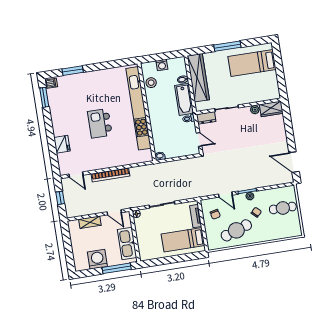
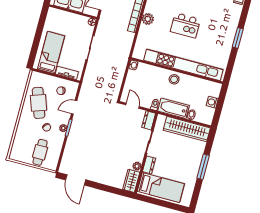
bed: (252, 63) -> (161, 188), moved, turned 90
window: (73, 71) -> (238, 38), moved
stool: (151, 83) -> (174, 79), moved
dresser: (249, 99) -> (149, 165), added
kitchen island: (100, 123) -> (185, 25), turned 180
door: (199, 140) -> (132, 106), swing flipped
plant: (110, 162) -> (148, 19), added
door: (294, 162) -> (76, 180), swing flipped

